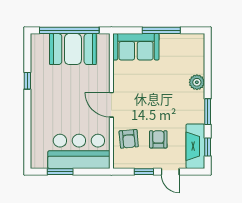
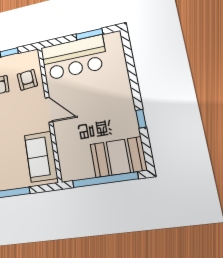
sofa: (136, 47) -> (41, 157), moved, turned -90
booth: (73, 49) -> (118, 157), moved

